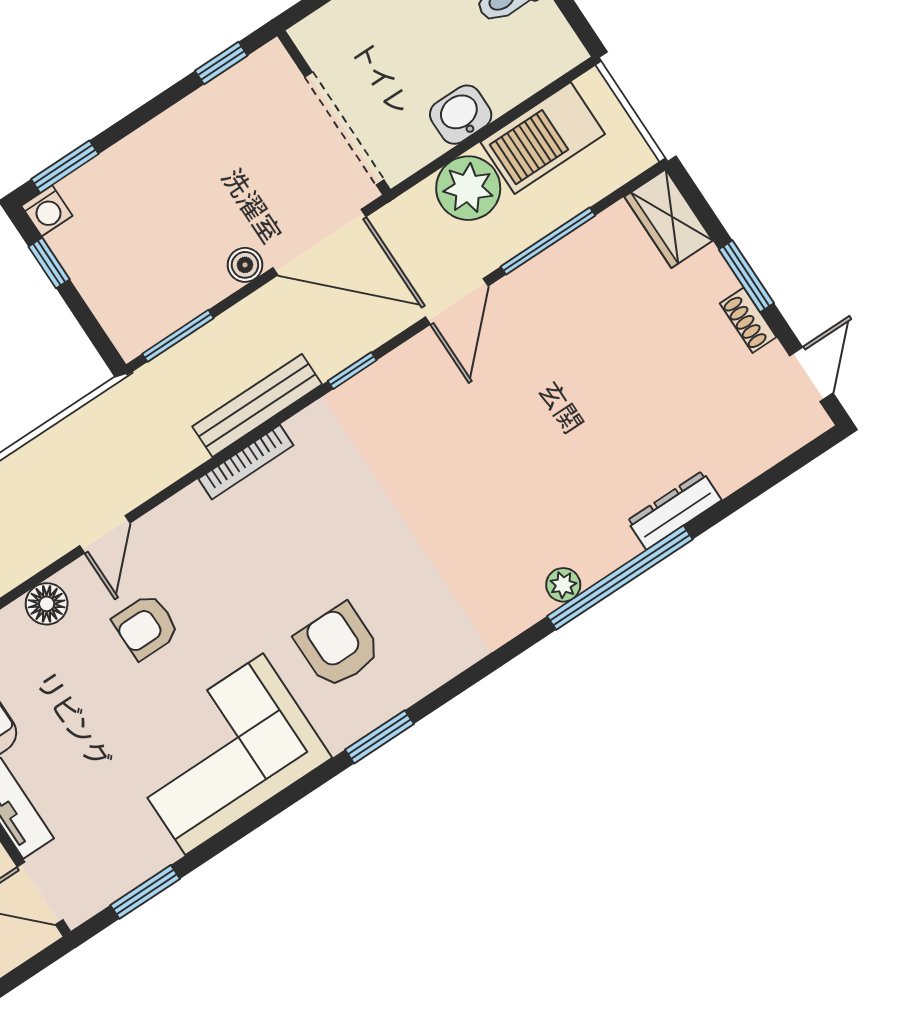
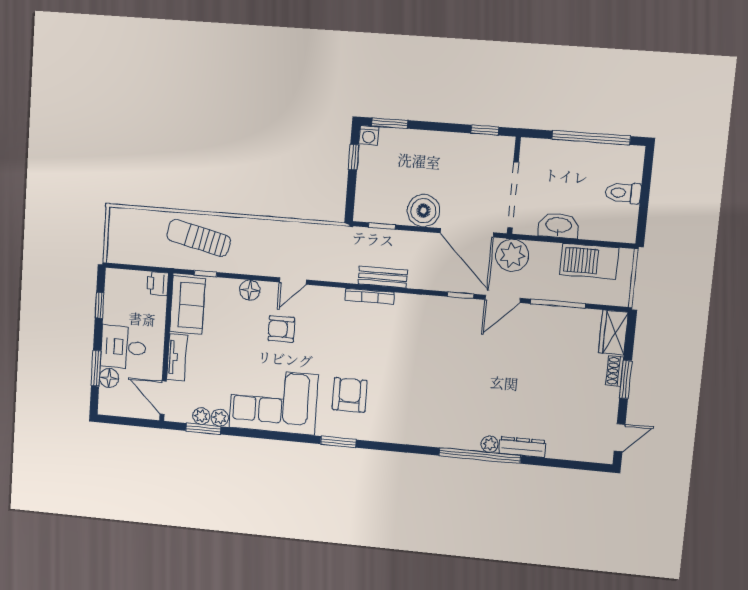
washbasin: (461, 115) -> (559, 226), width x1.38
plant: (468, 188) -> (512, 255), moved
boiler: (245, 265) -> (423, 211), width x1.86, depth x1.86
shoe rack: (748, 320) -> (615, 371), moved
window: (178, 336) -> (382, 226), width x0.67
window: (352, 371) -> (461, 295), moved
bench: (257, 405) -> (383, 277), width x0.73
plant: (563, 585) -> (489, 444), moved
plant: (158, 852) -> (220, 418), added
plant: (126, 874) -> (201, 416), added

